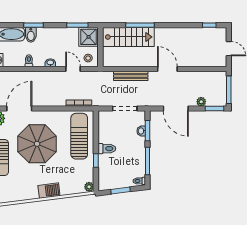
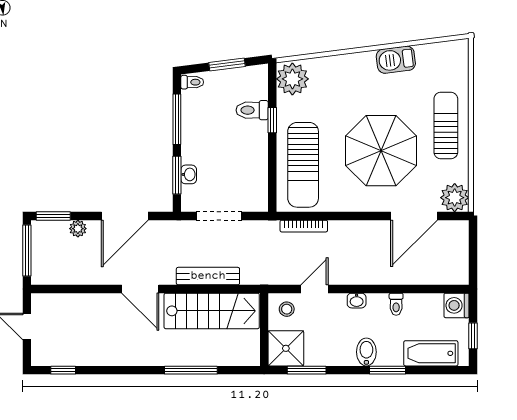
bidet: (31, 35) -> (366, 352), moved
stairs: (128, 37) -> (212, 311), moved, turned 180
door: (73, 69) -> (314, 289), swing flipped
door: (176, 109) -> (125, 216), swing flipped
toilet: (107, 149) -> (252, 110), moved
plant: (89, 187) -> (292, 79), width x1.88, depth x1.88
barbecue: (49, 191) -> (396, 60), moved

